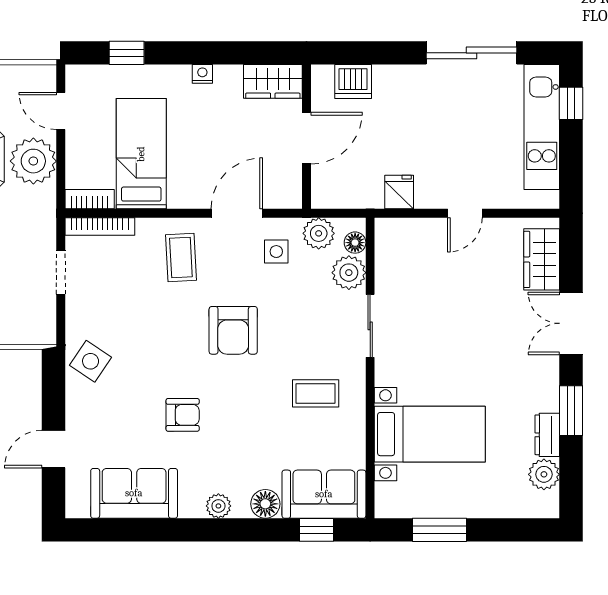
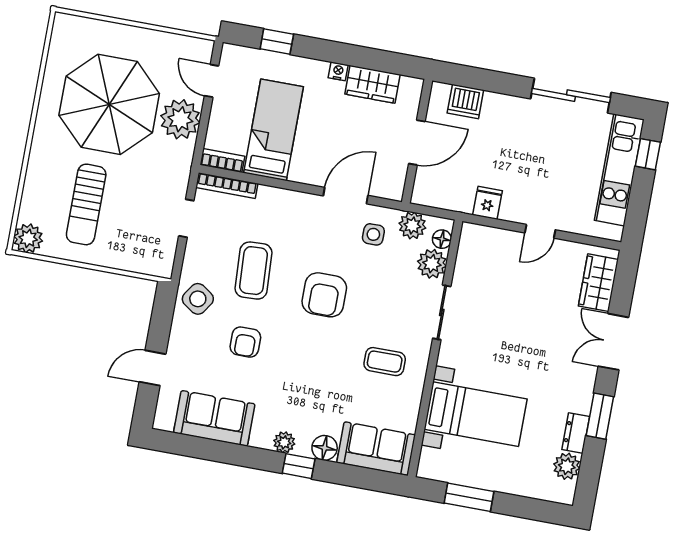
wardrobe: (273, 81) -> (372, 84), moved
coffee table: (181, 257) -> (253, 271), moved, width x1.36, depth x1.30
armchair: (183, 415) -> (245, 342), moved, turned 90
window: (317, 530) -> (299, 466), moved

